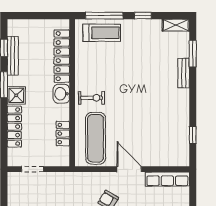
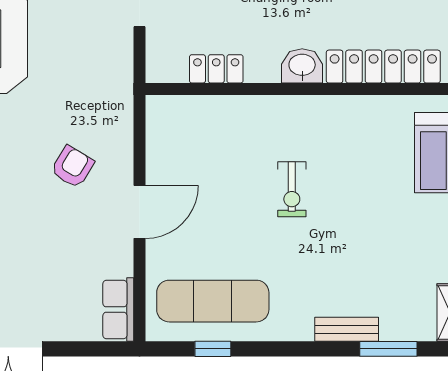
exercise bike: (91, 98) -> (292, 189), moved
exercise mat: (96, 138) -> (213, 301), moved
row of seats: (167, 179) -> (118, 310), width x0.68

